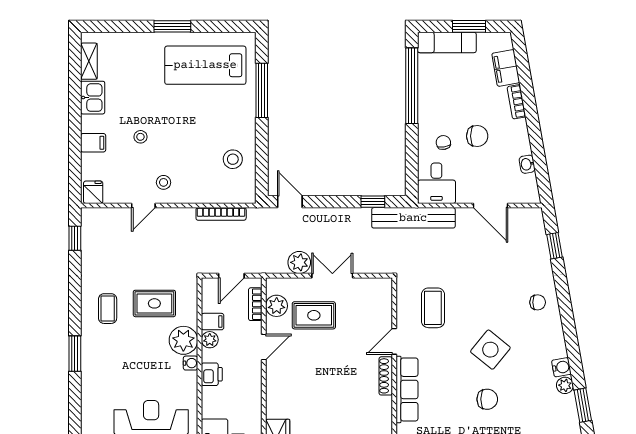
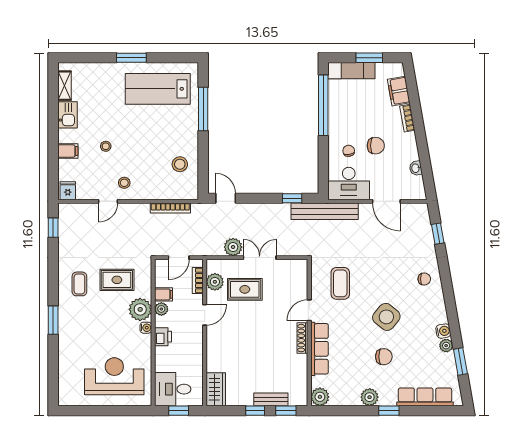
desk: (436, 183) -> (349, 183), width x1.37

